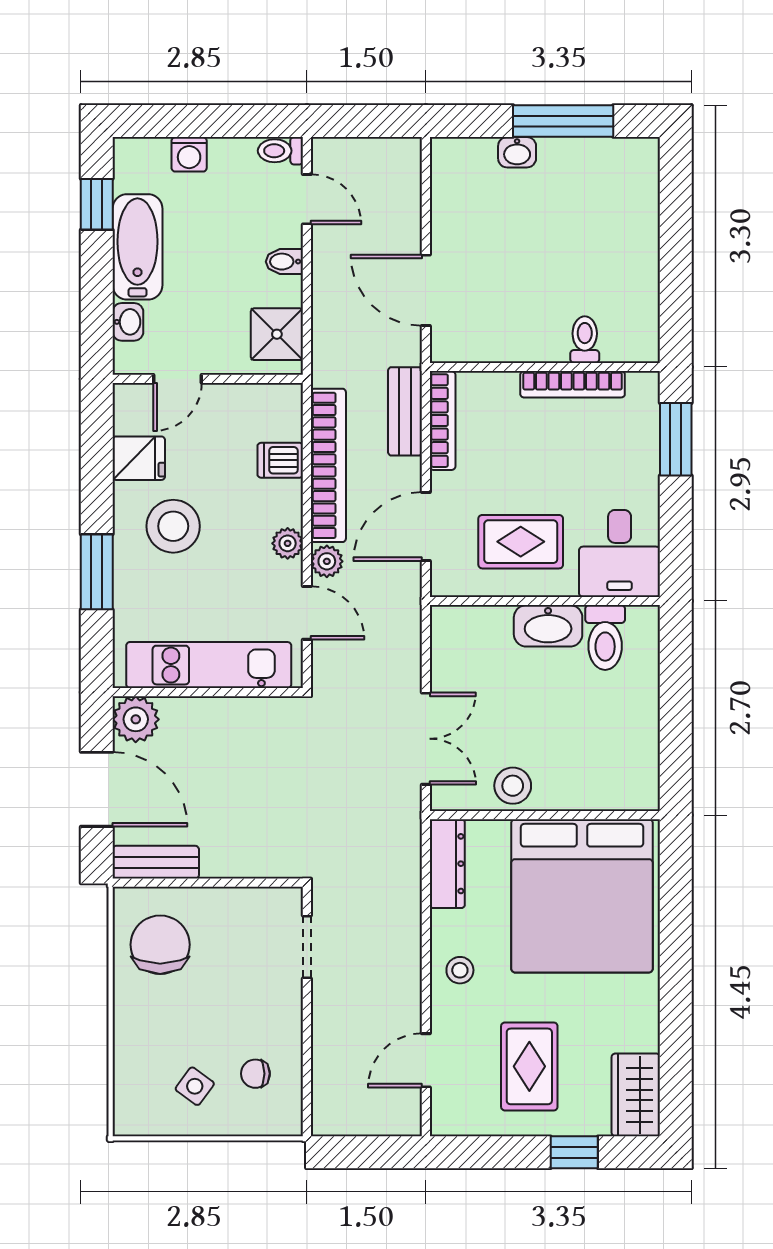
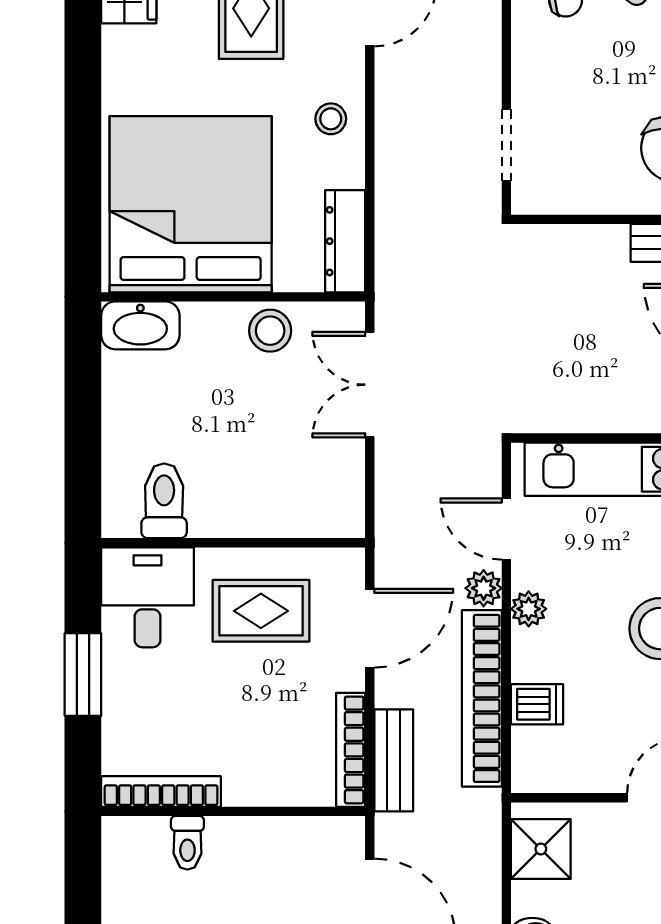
bookcase: (573, 384) -> (161, 791), moved
window: (676, 439) -> (83, 675), moved
washbasin: (548, 626) -> (140, 325), moved, turned 180

